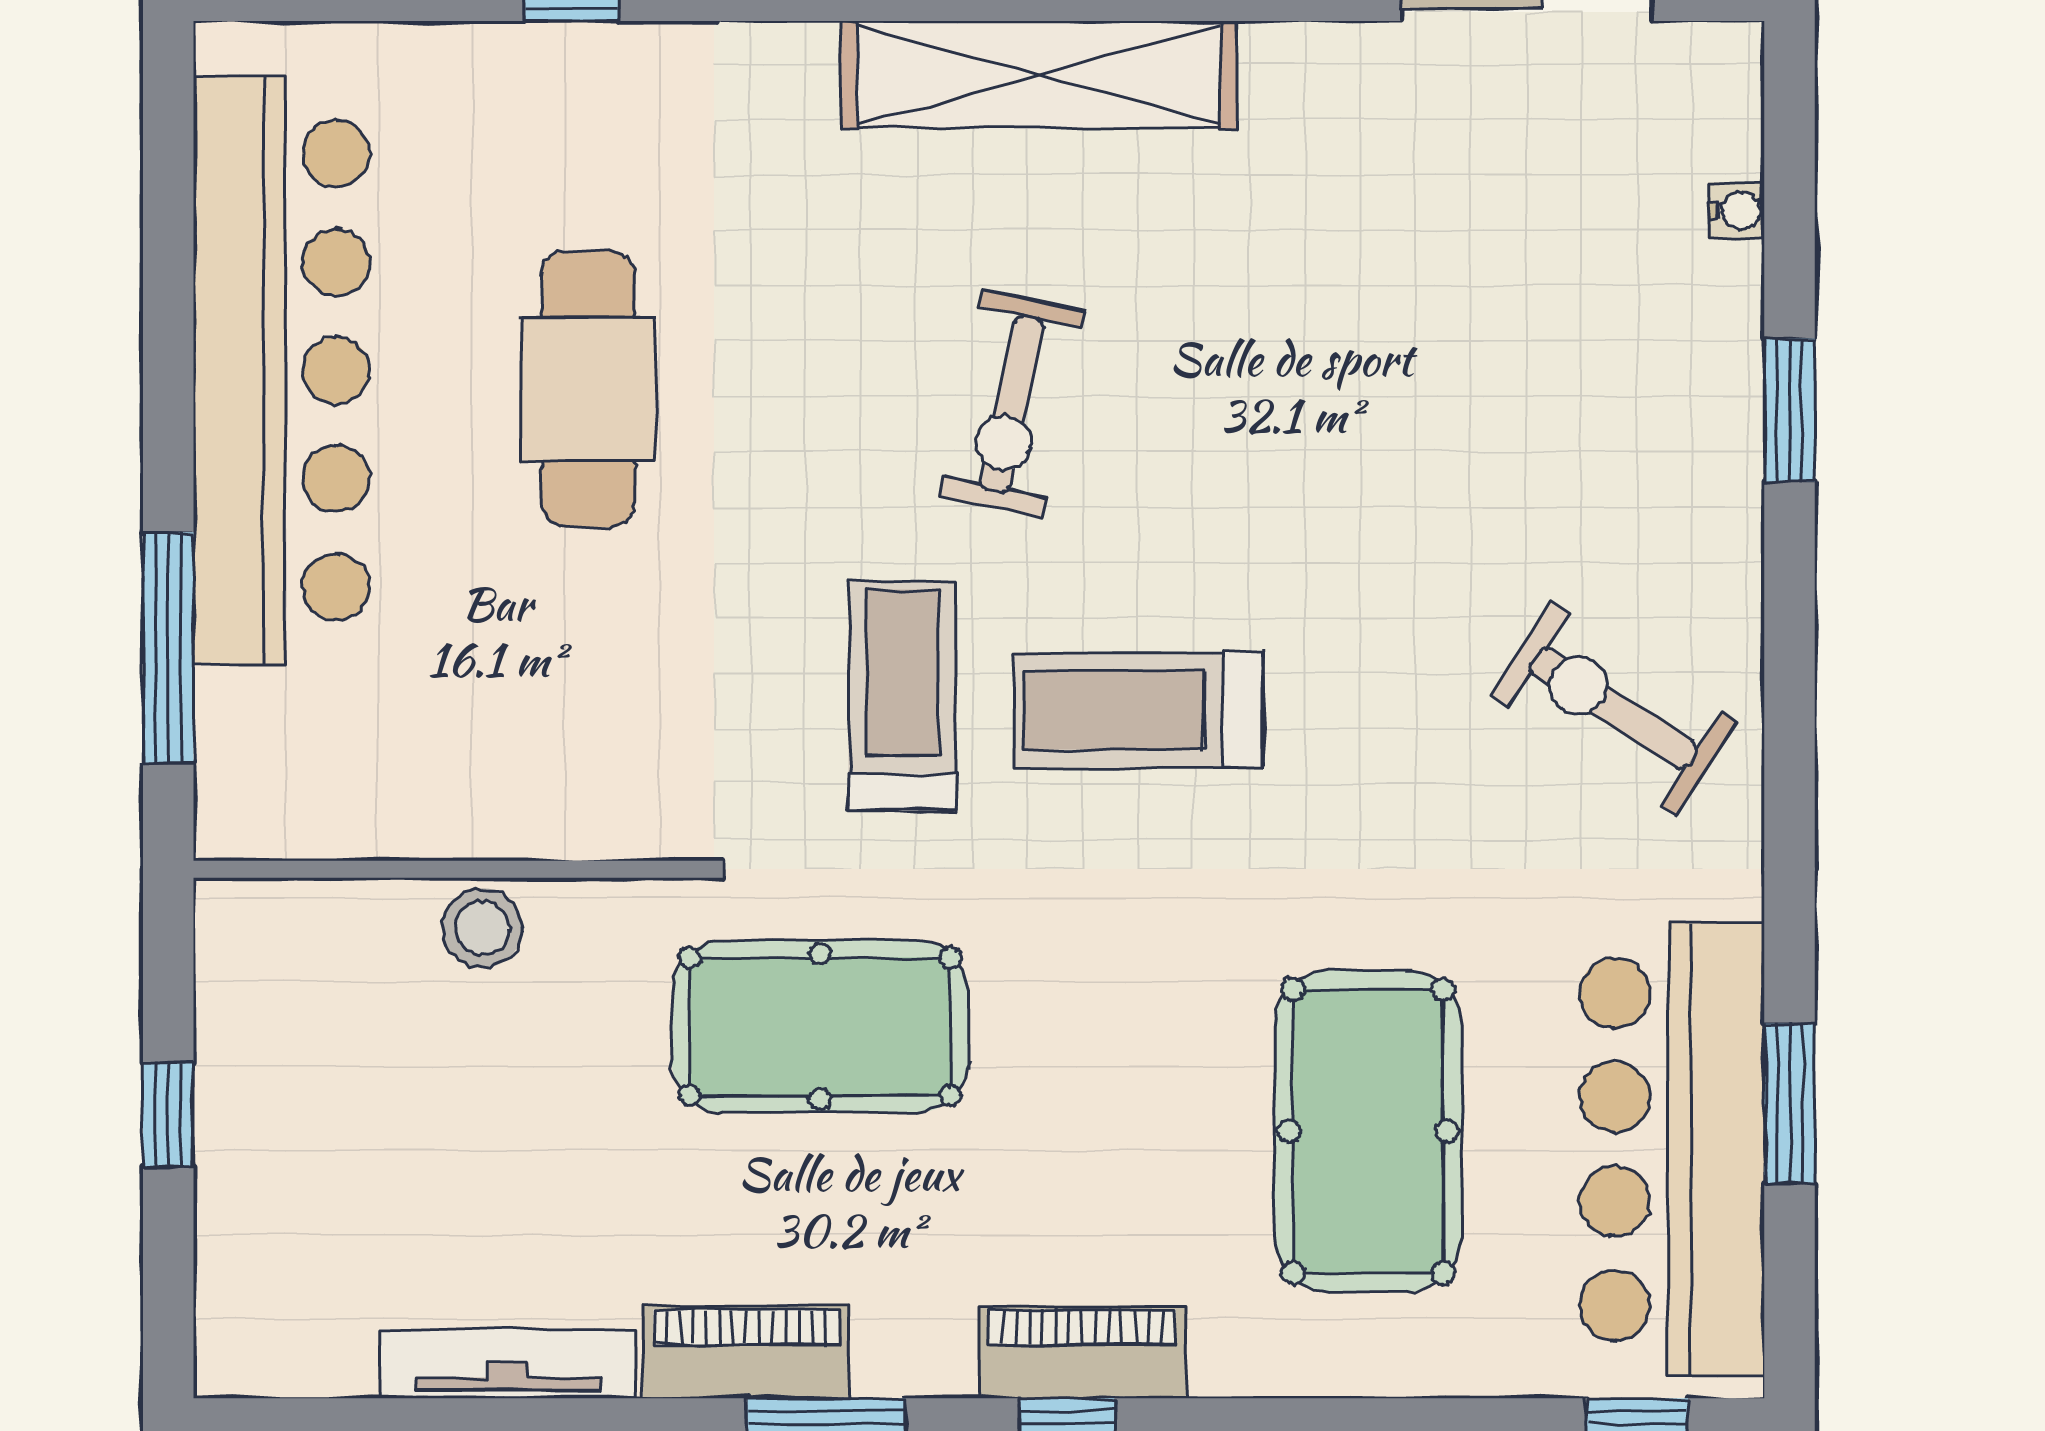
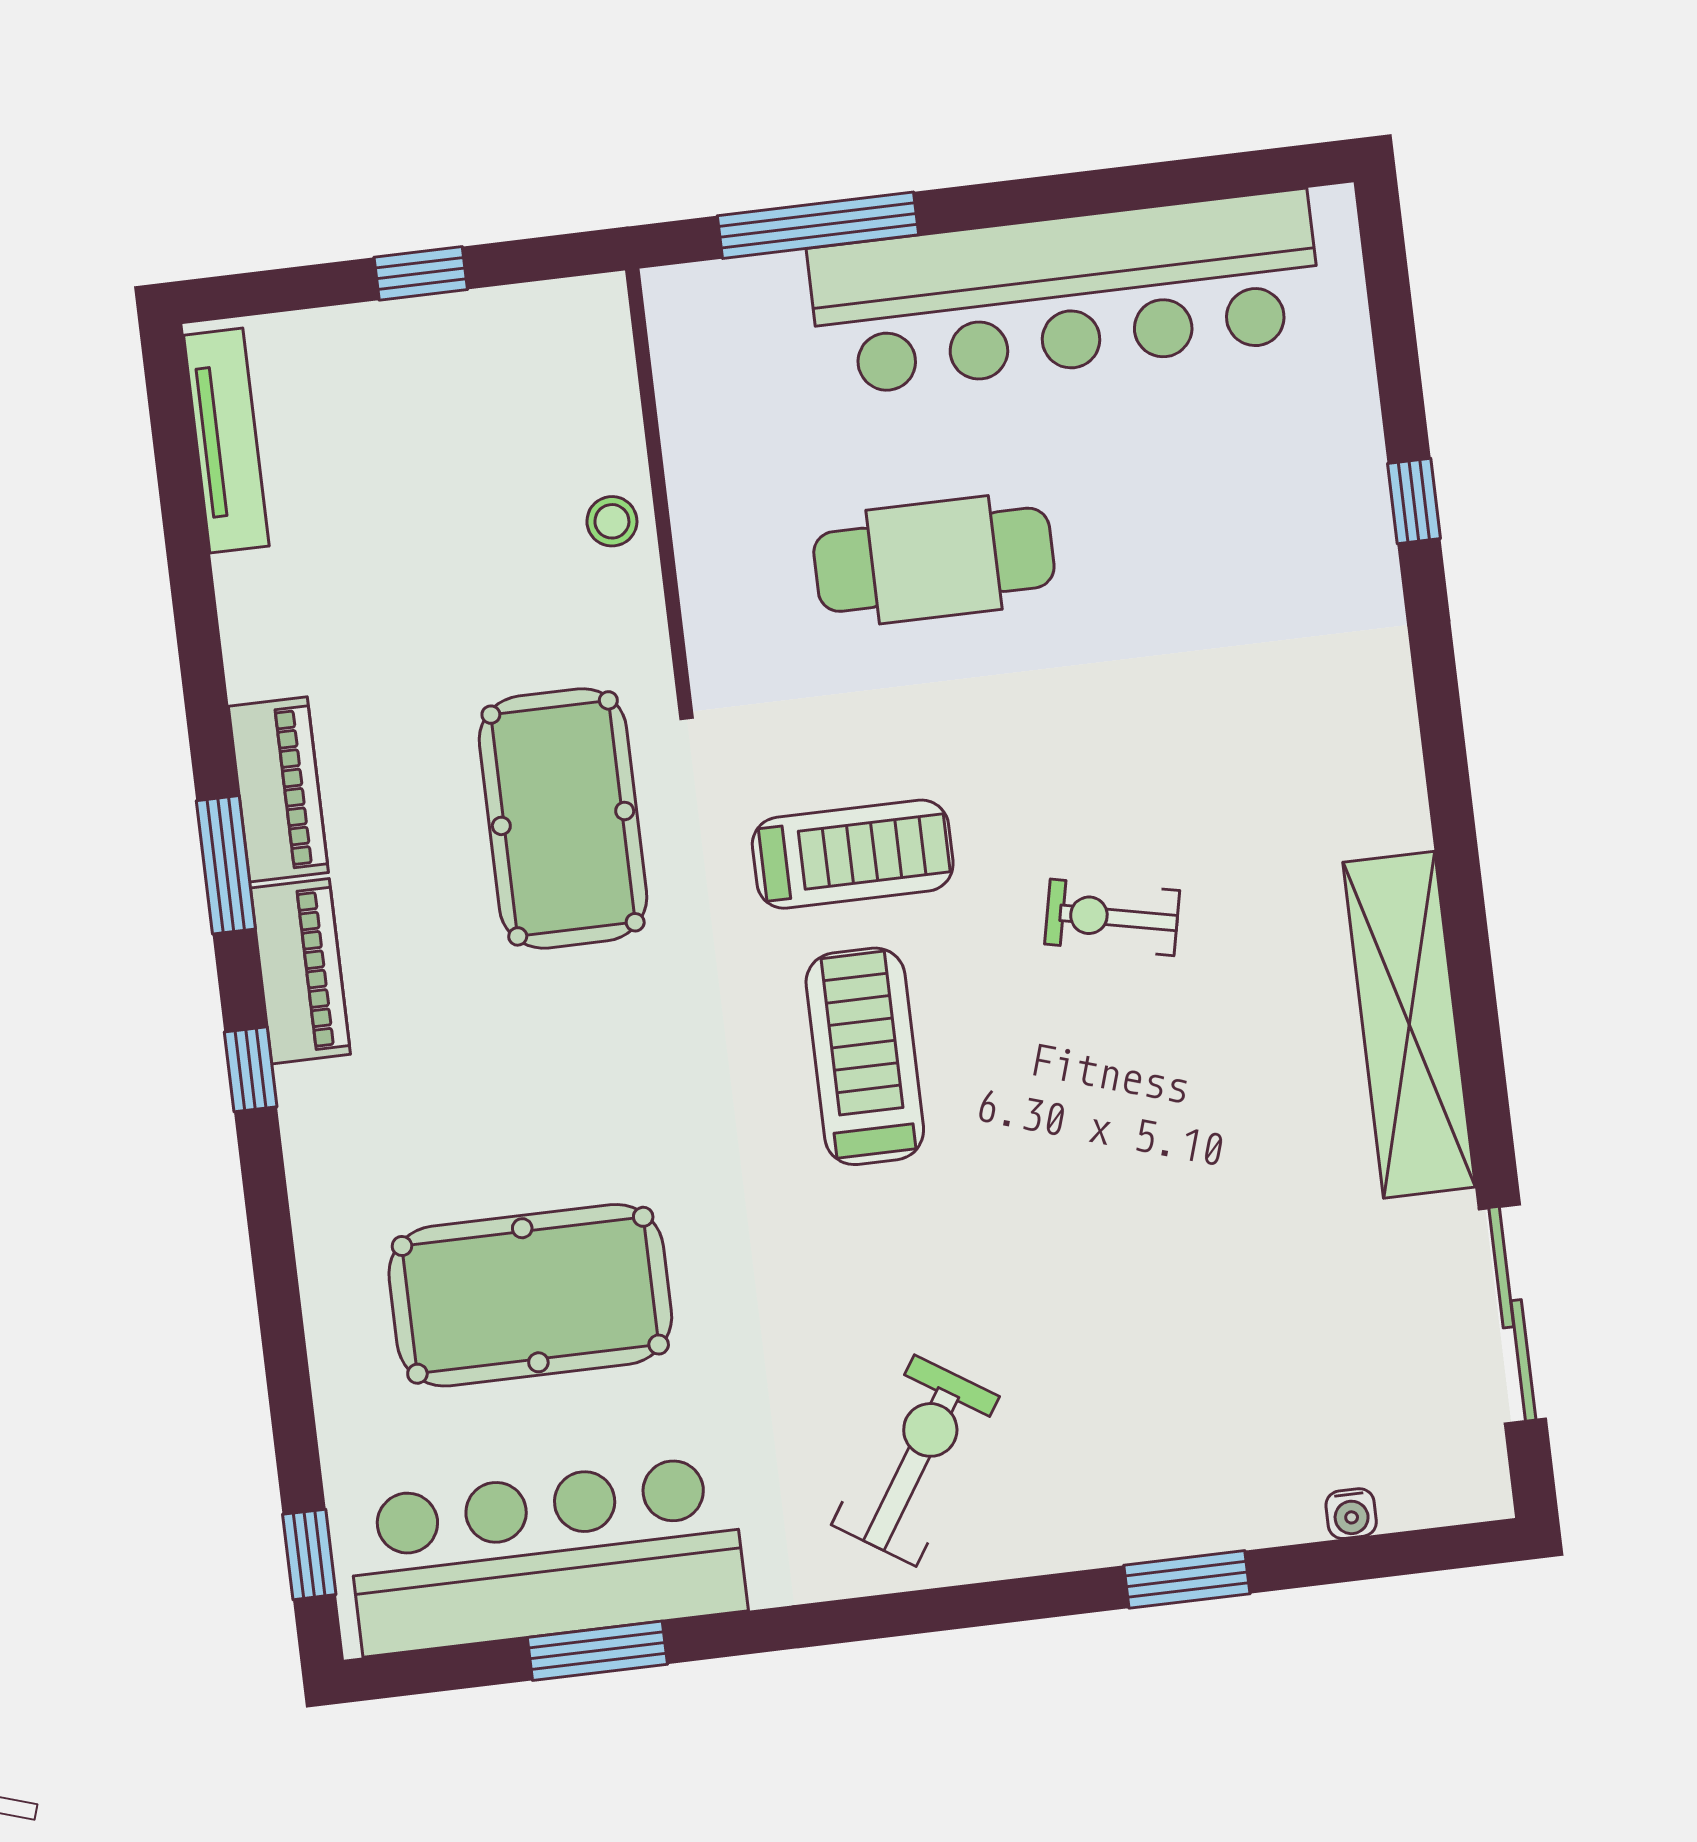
shelving: (1039, 75) -> (1409, 1025), moved
cafe table: (588, 389) -> (934, 560), moved
exercise bike: (1012, 404) -> (1112, 917), width x0.73, depth x0.72
stool: (482, 928) -> (612, 521), width x0.73, depth x0.73
piano: (1083, 1352) -> (300, 971), moved
tv unit: (508, 1364) -> (226, 441), moved

